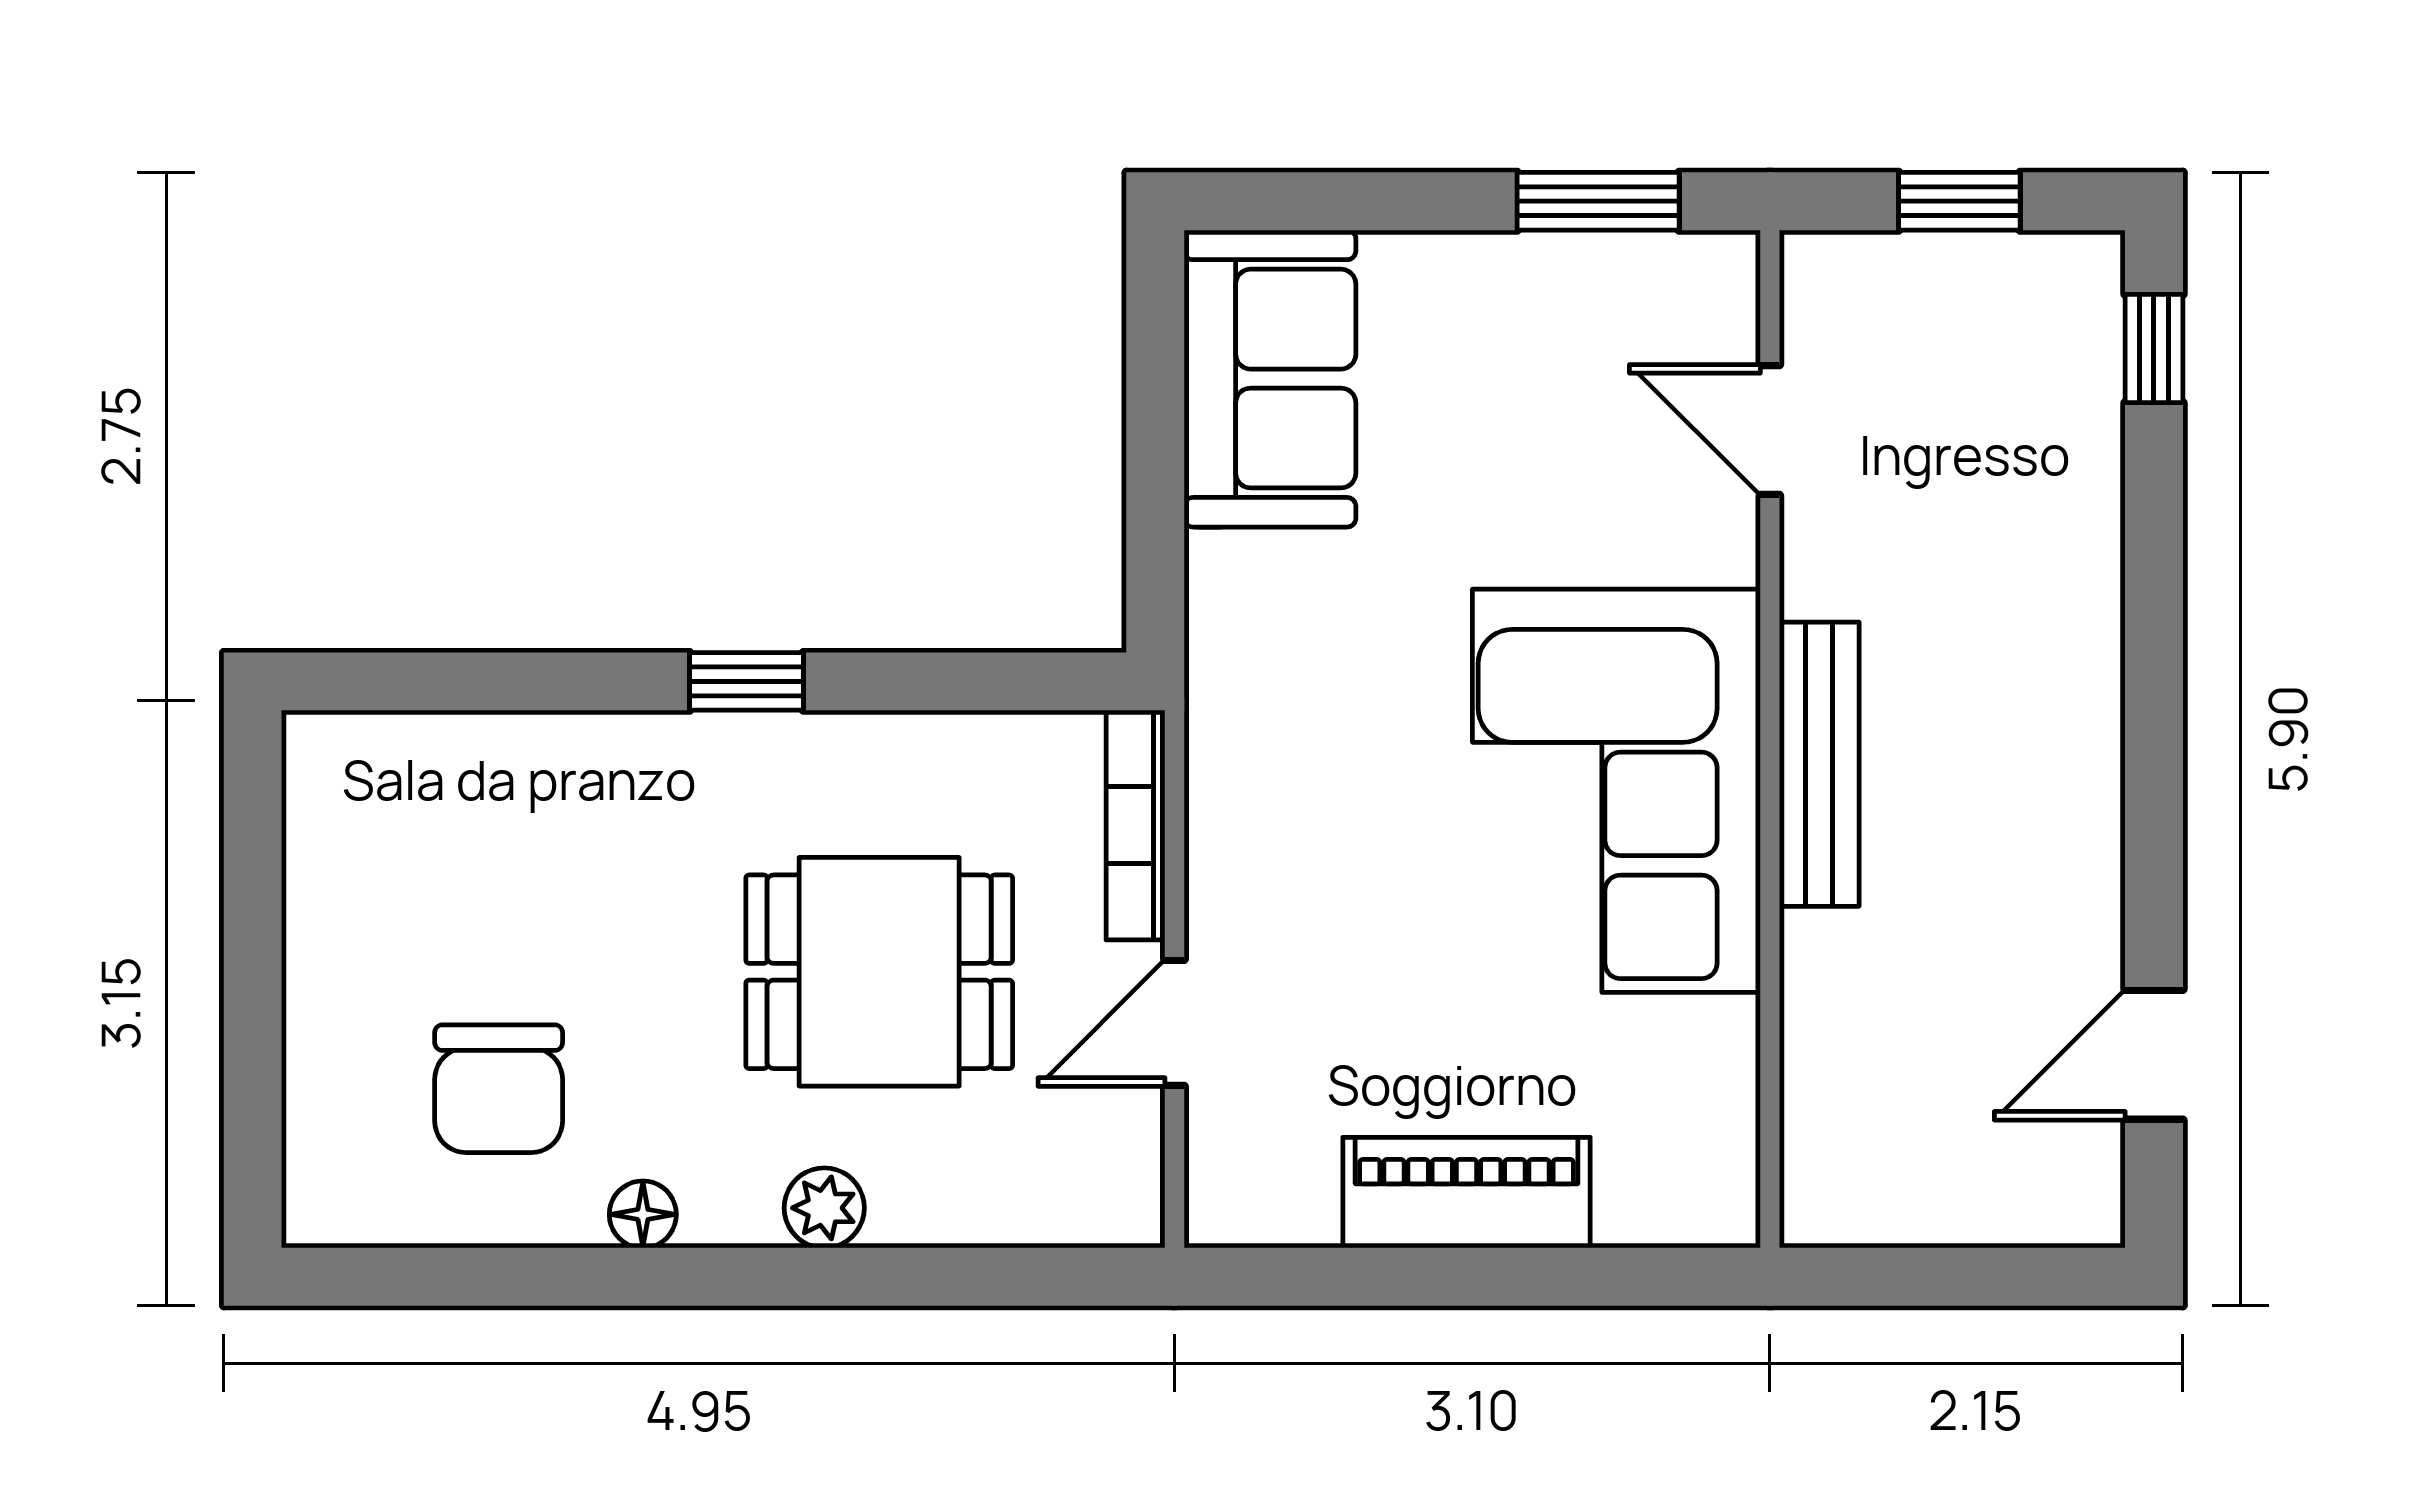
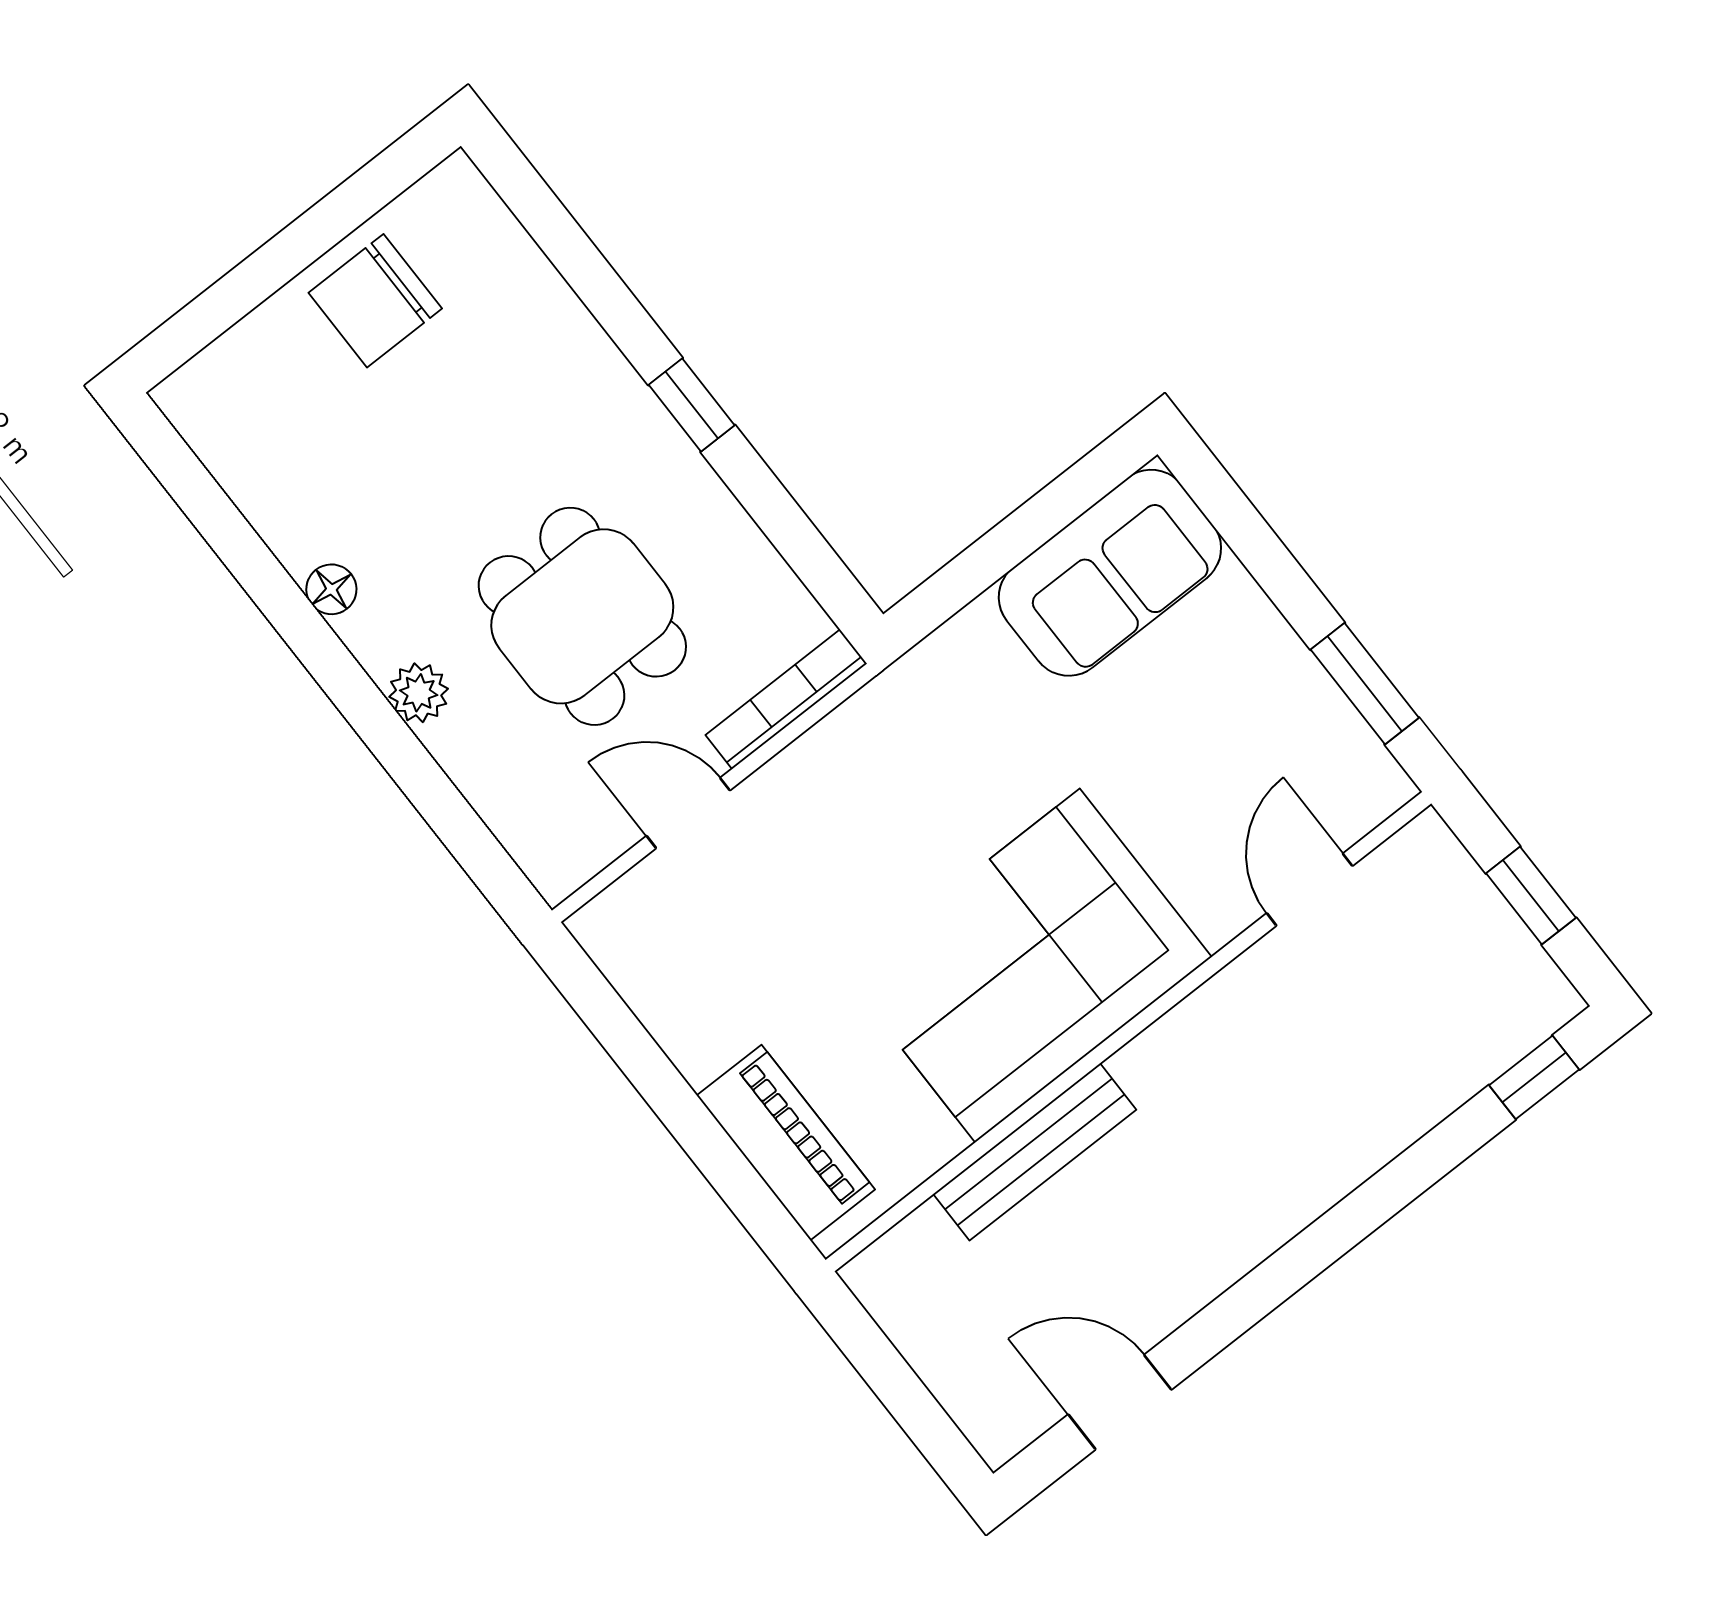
bench: (1819, 764) -> (1035, 1152), moved
chair: (499, 1089) -> (375, 301), moved
piano: (1466, 1193) -> (786, 1143), moved

